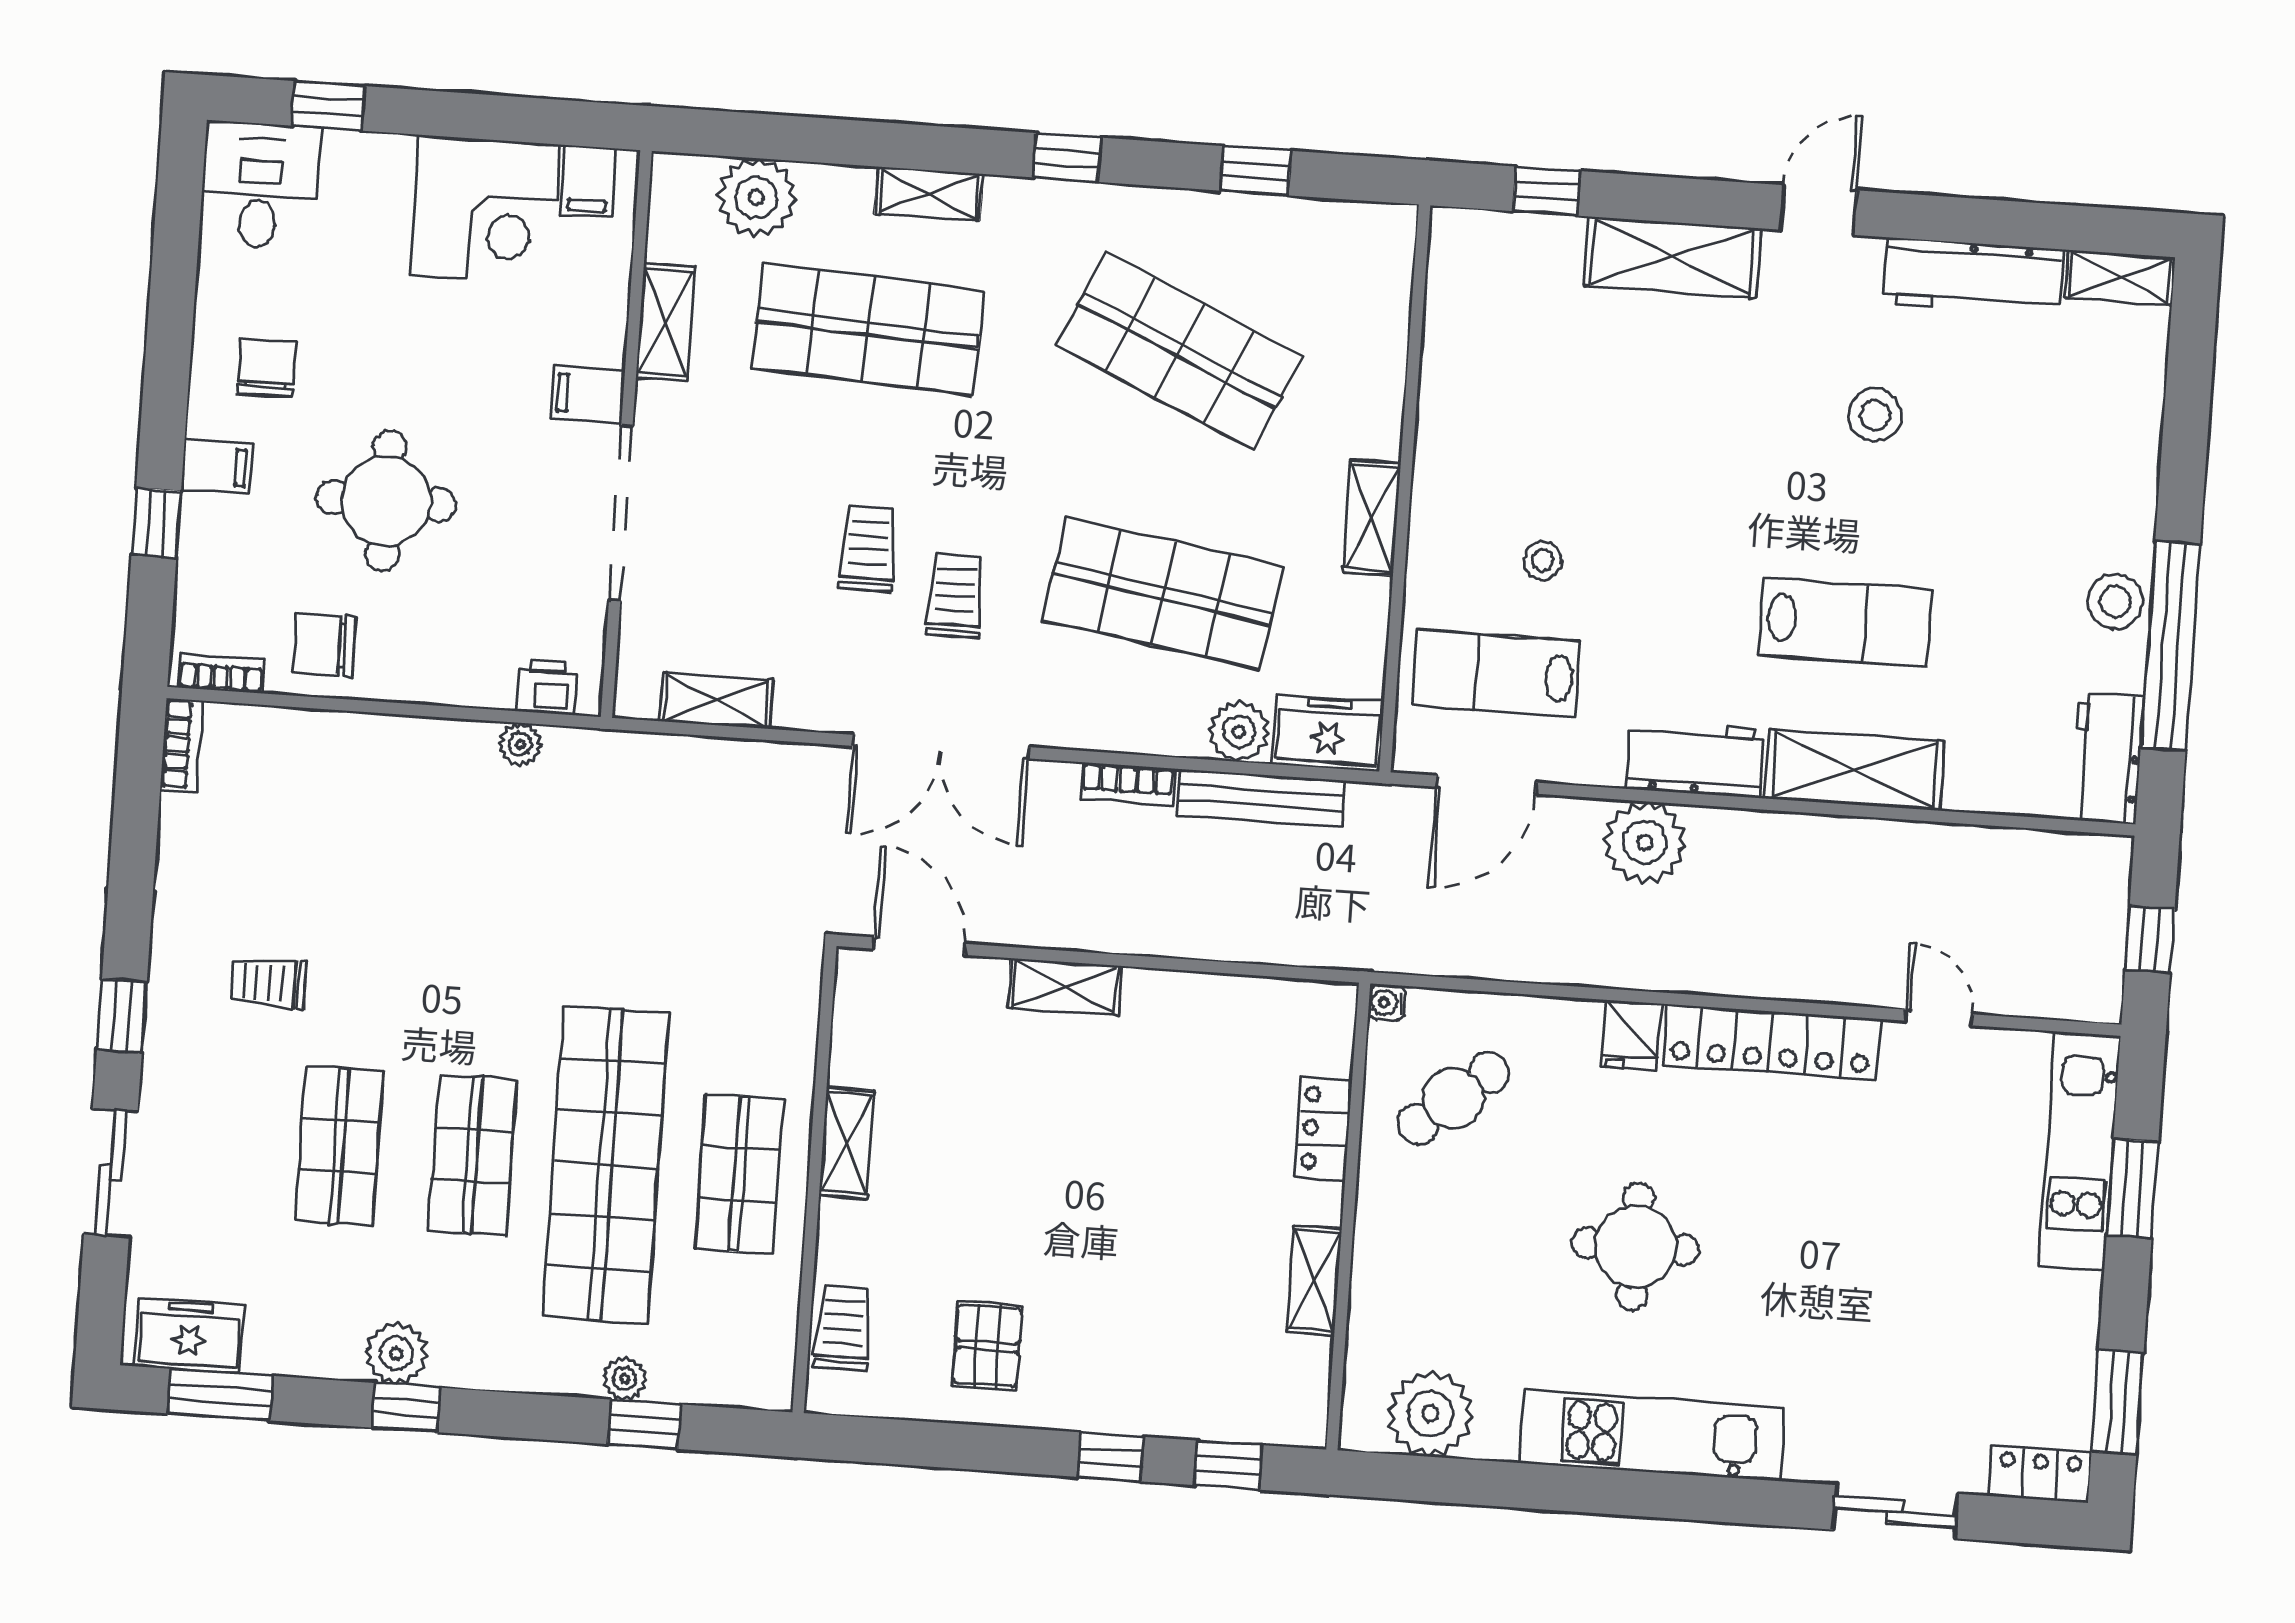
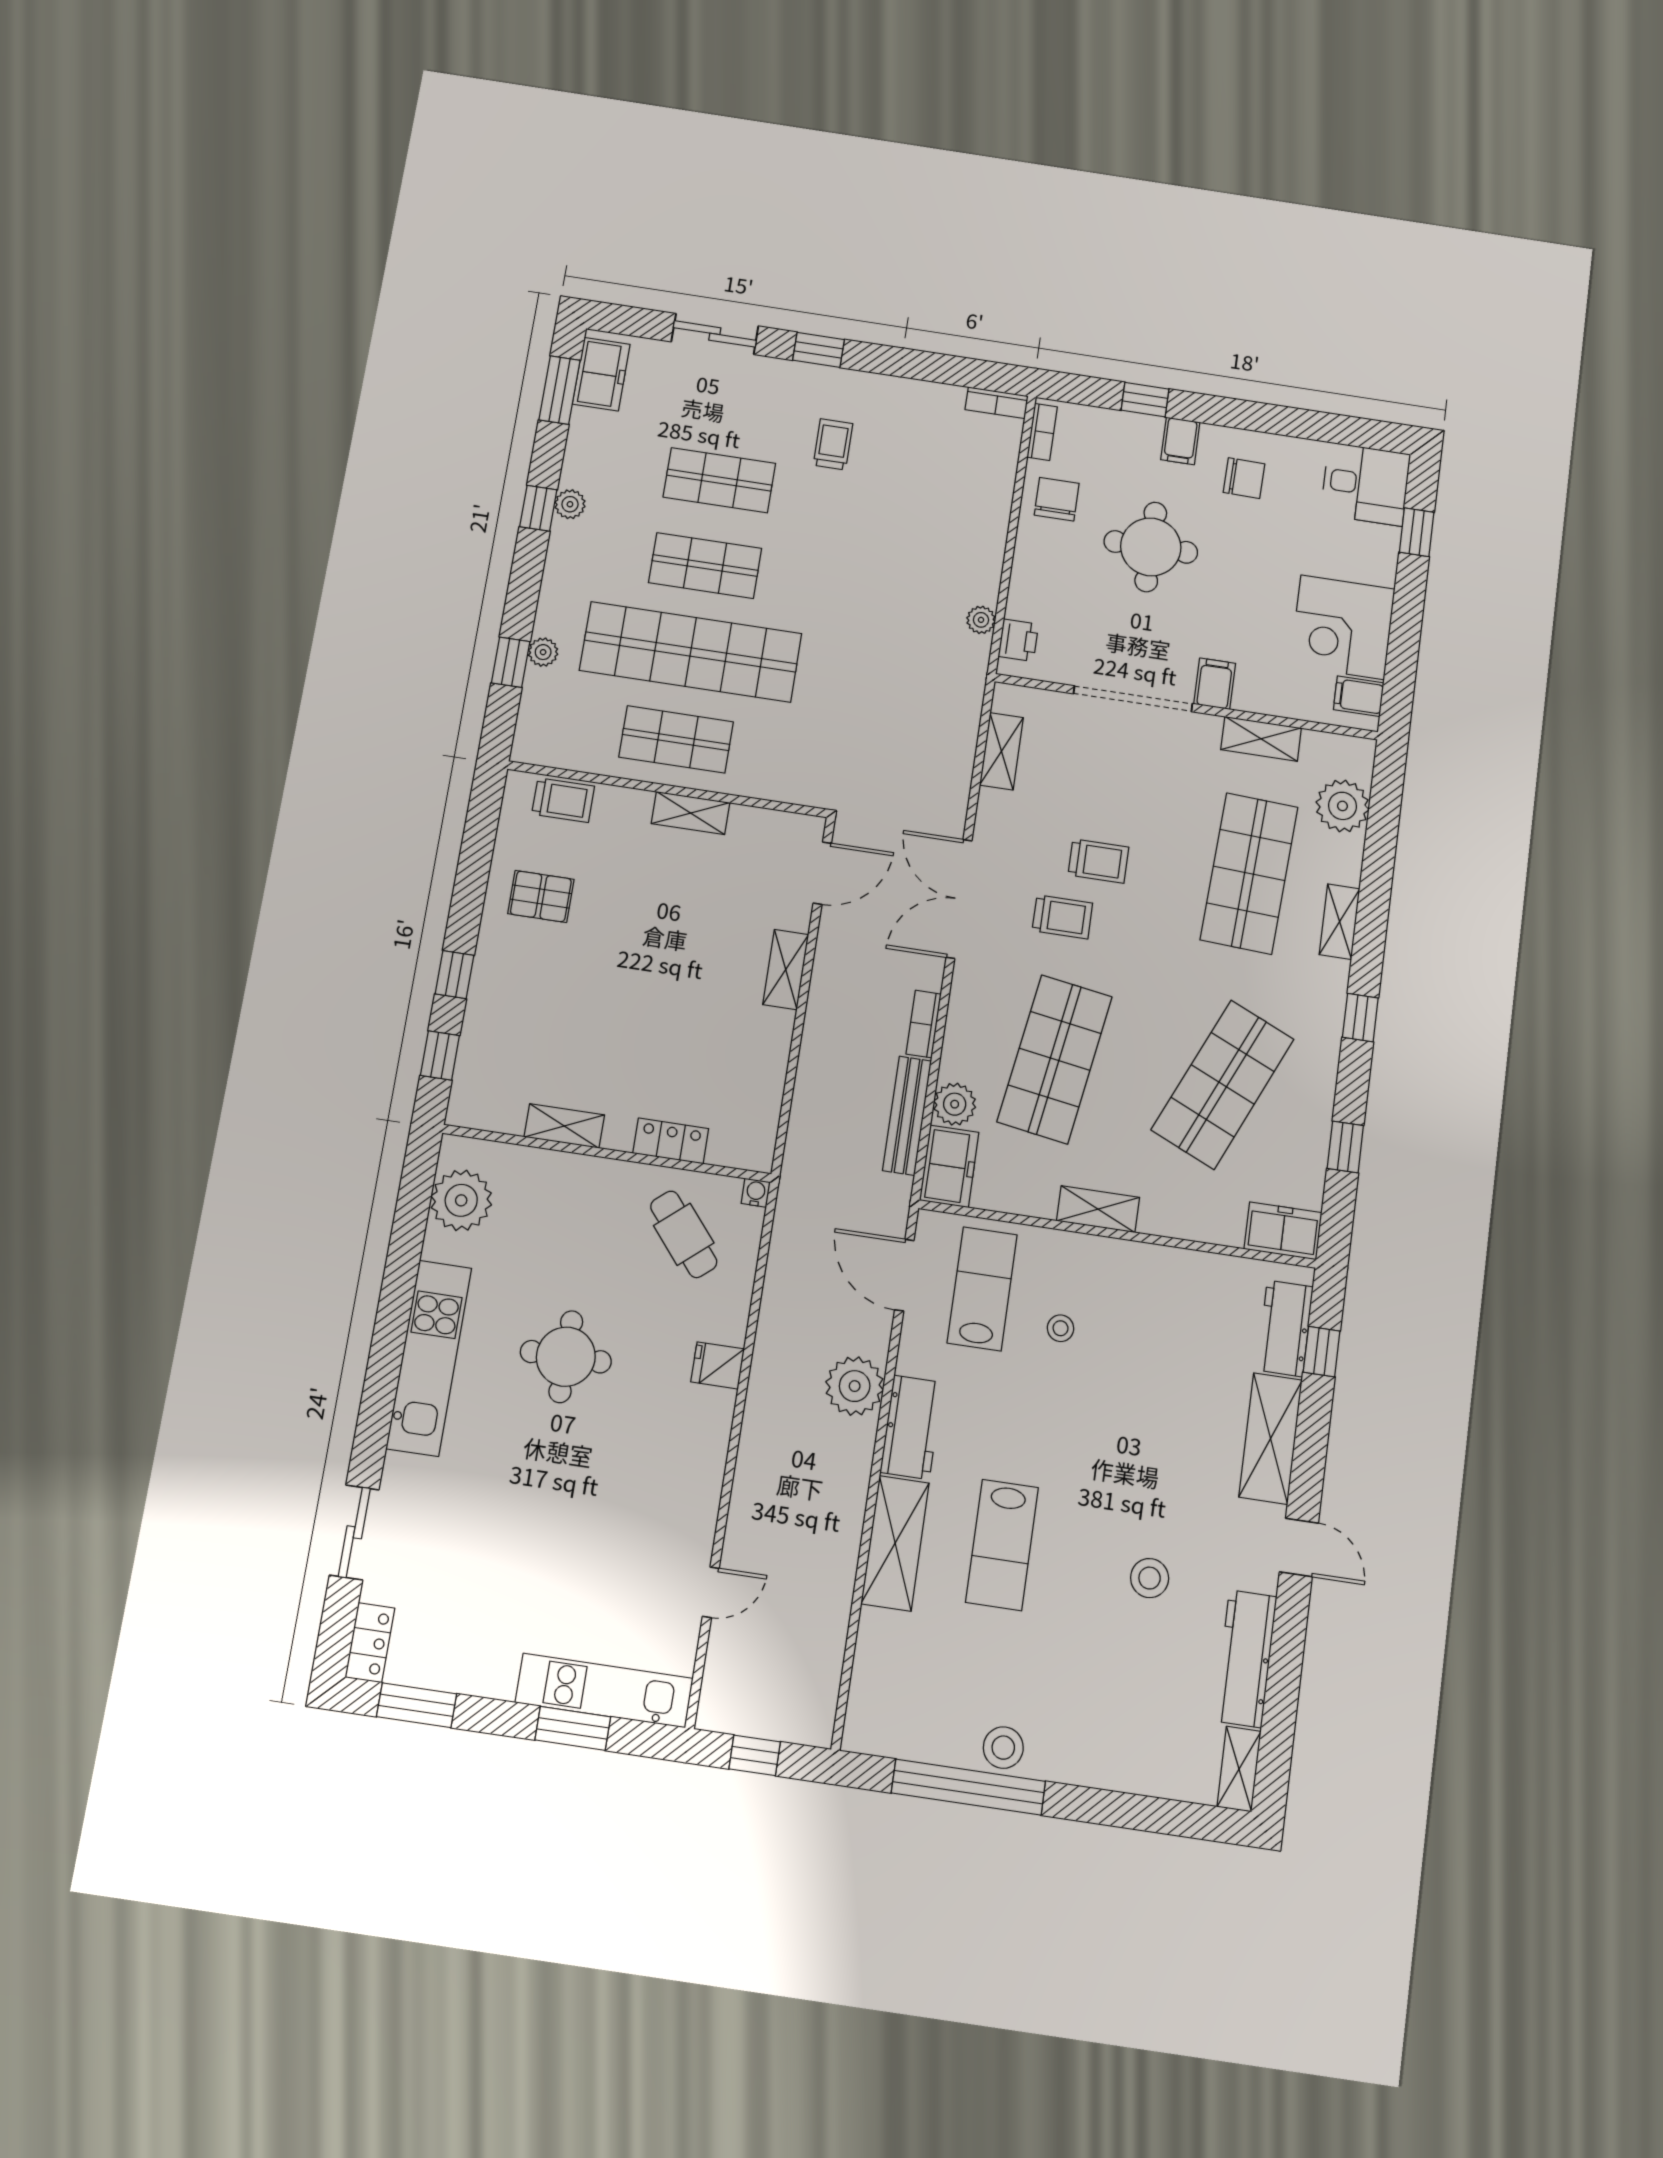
freezer: (1382, 254) -> (1283, 1231), added
workbench: (2107, 759) -> (1285, 1328), moved, turned -90
locker: (1771, 1042) -> (704, 1467), removed
plant: (396, 1353) -> (570, 504), width x0.73, depth x0.73

